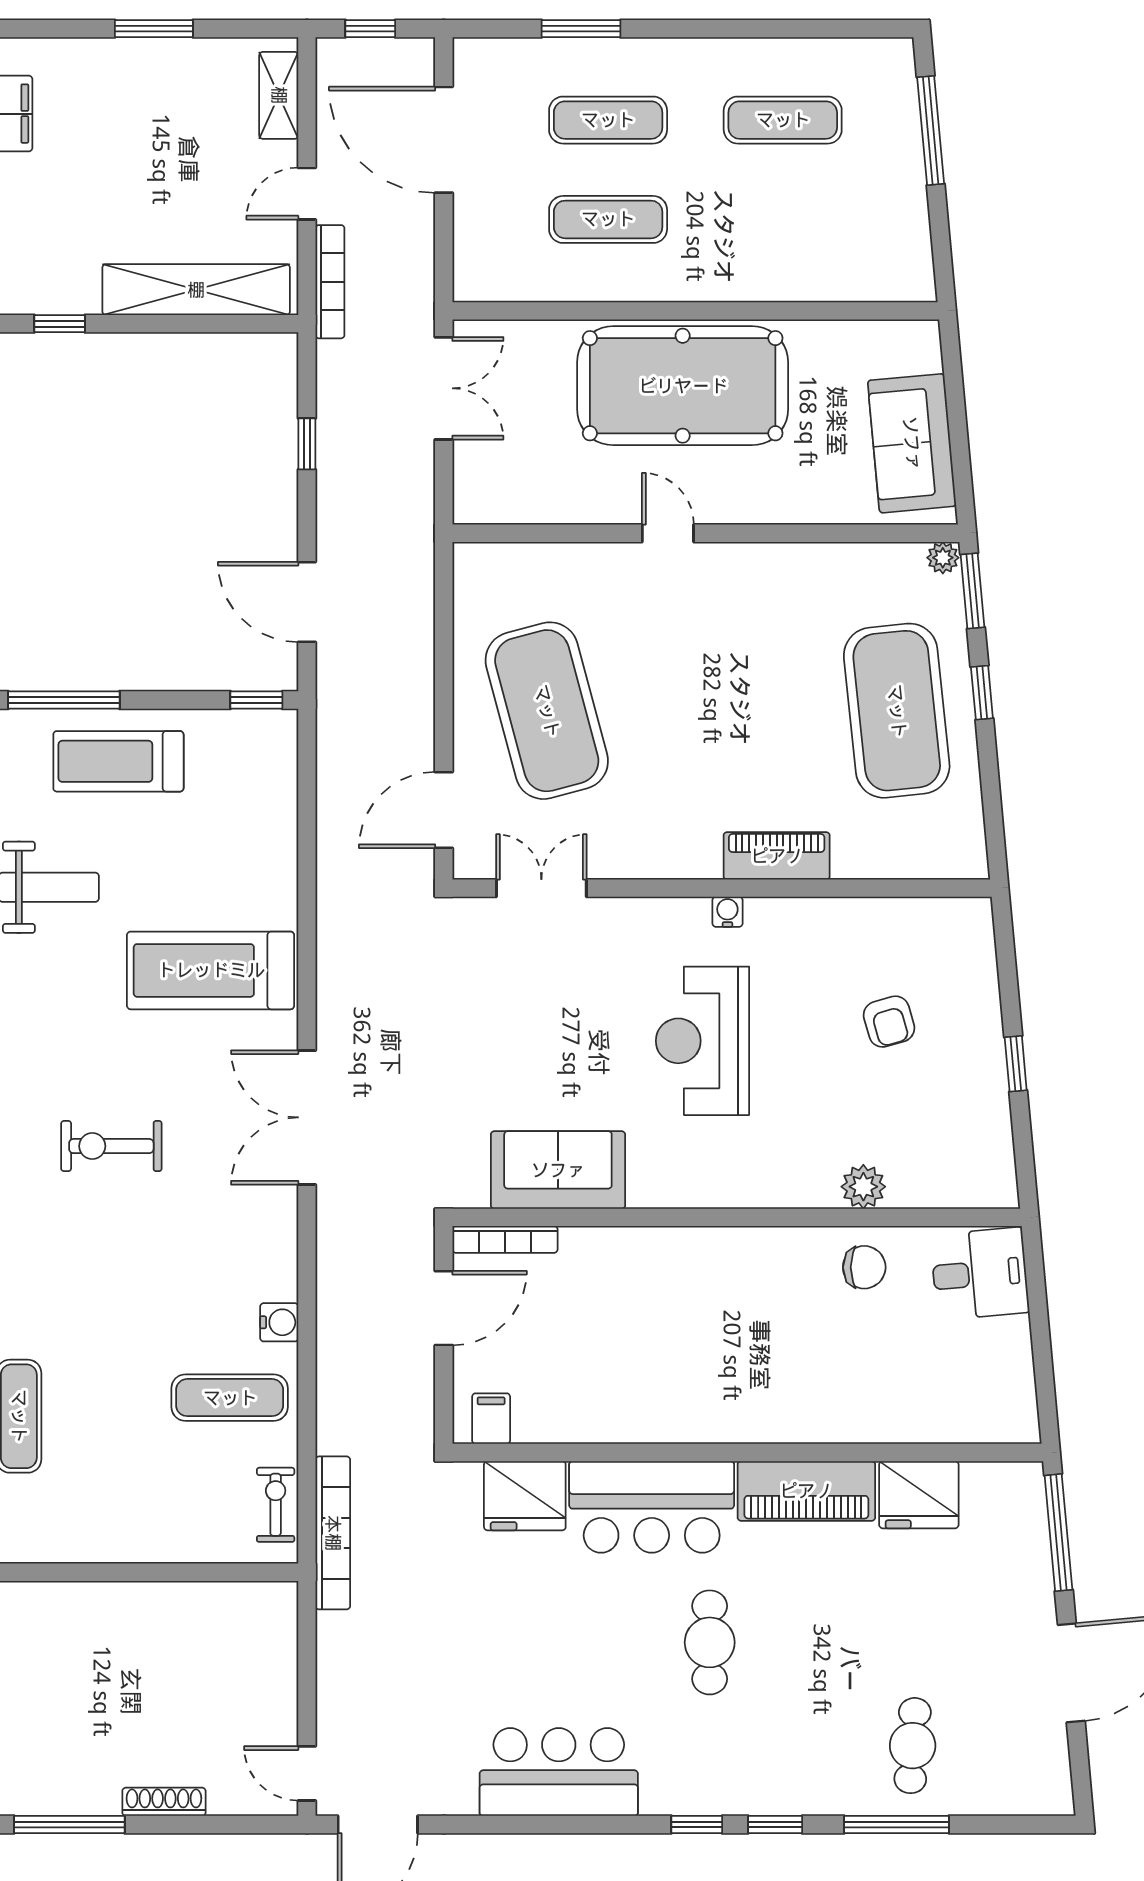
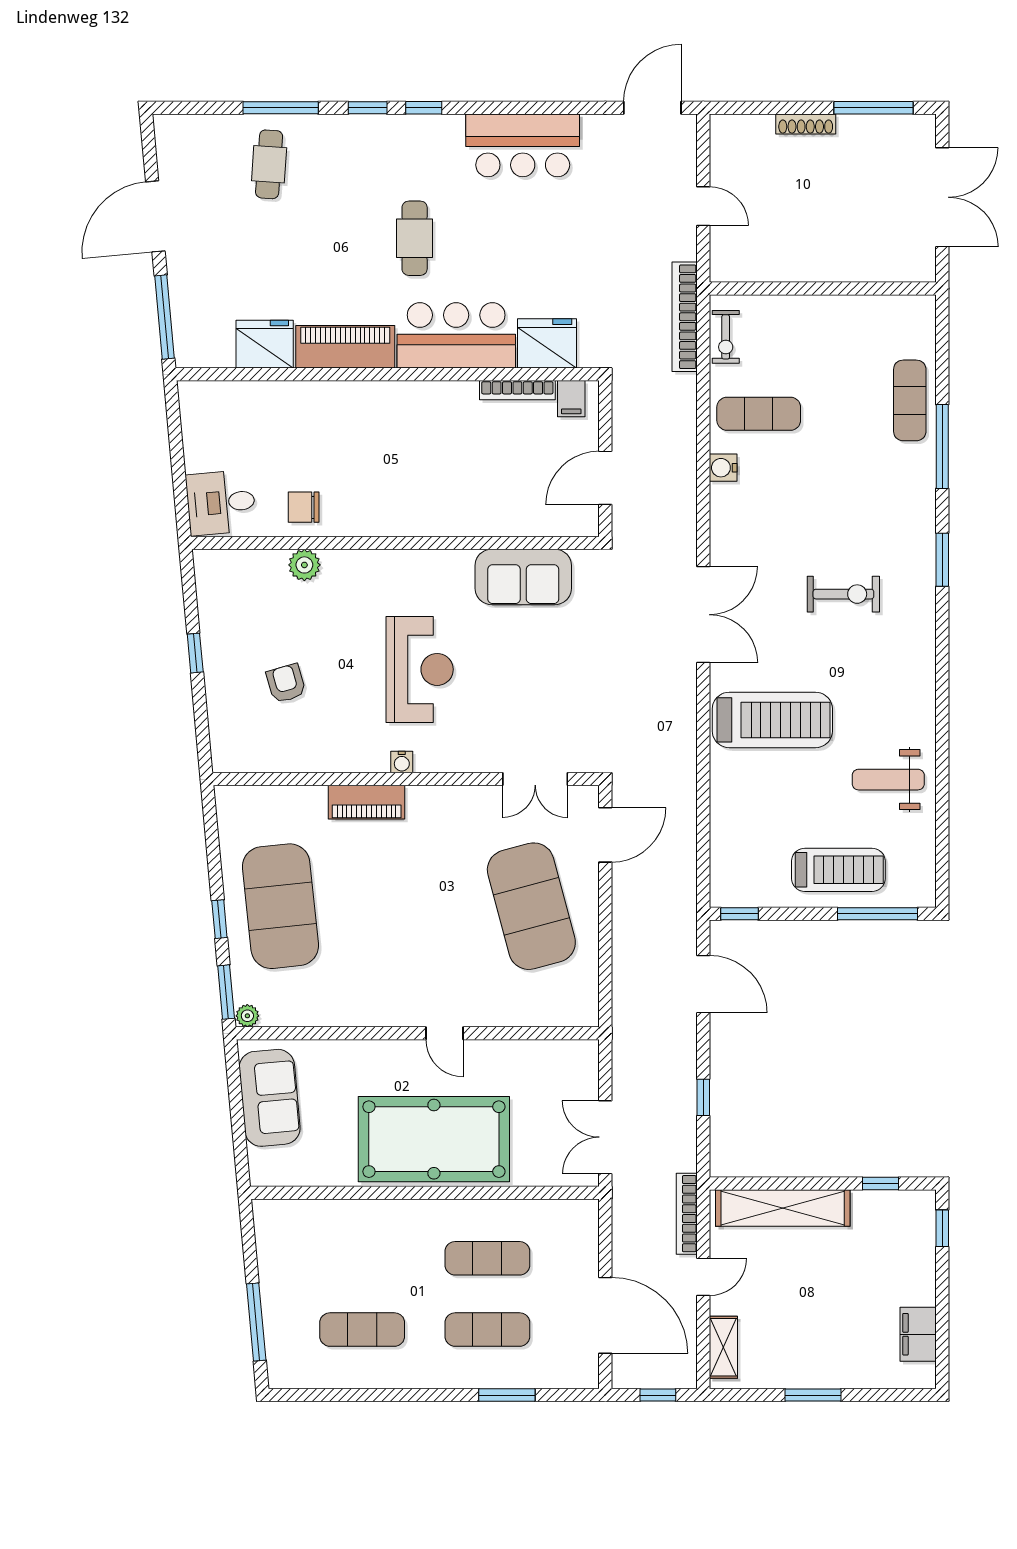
bookcase: (505, 1239) -> (517, 390), moved, turned 180
door: (307, 1773) -> (703, 206), moved

